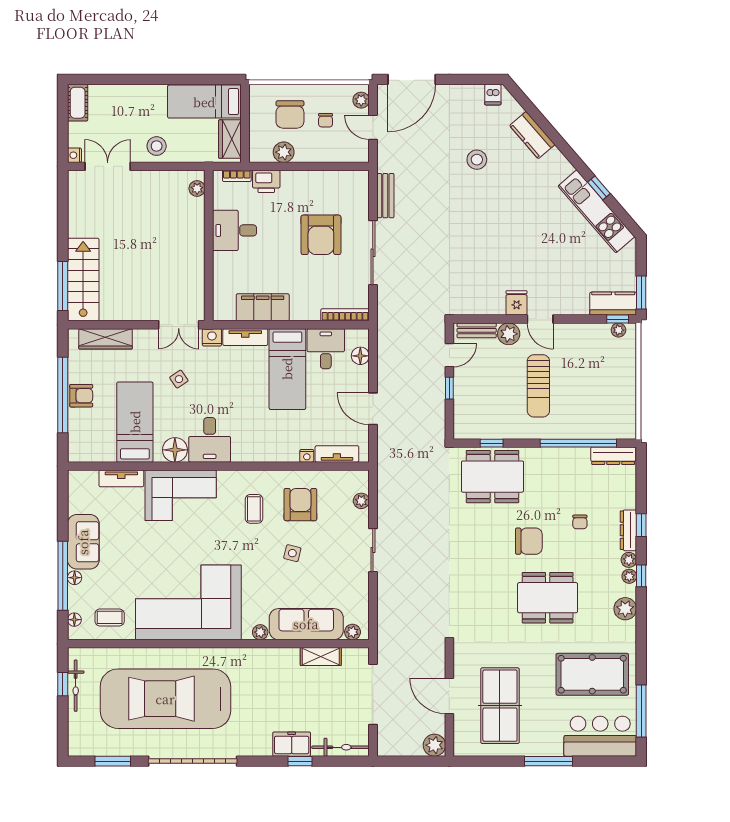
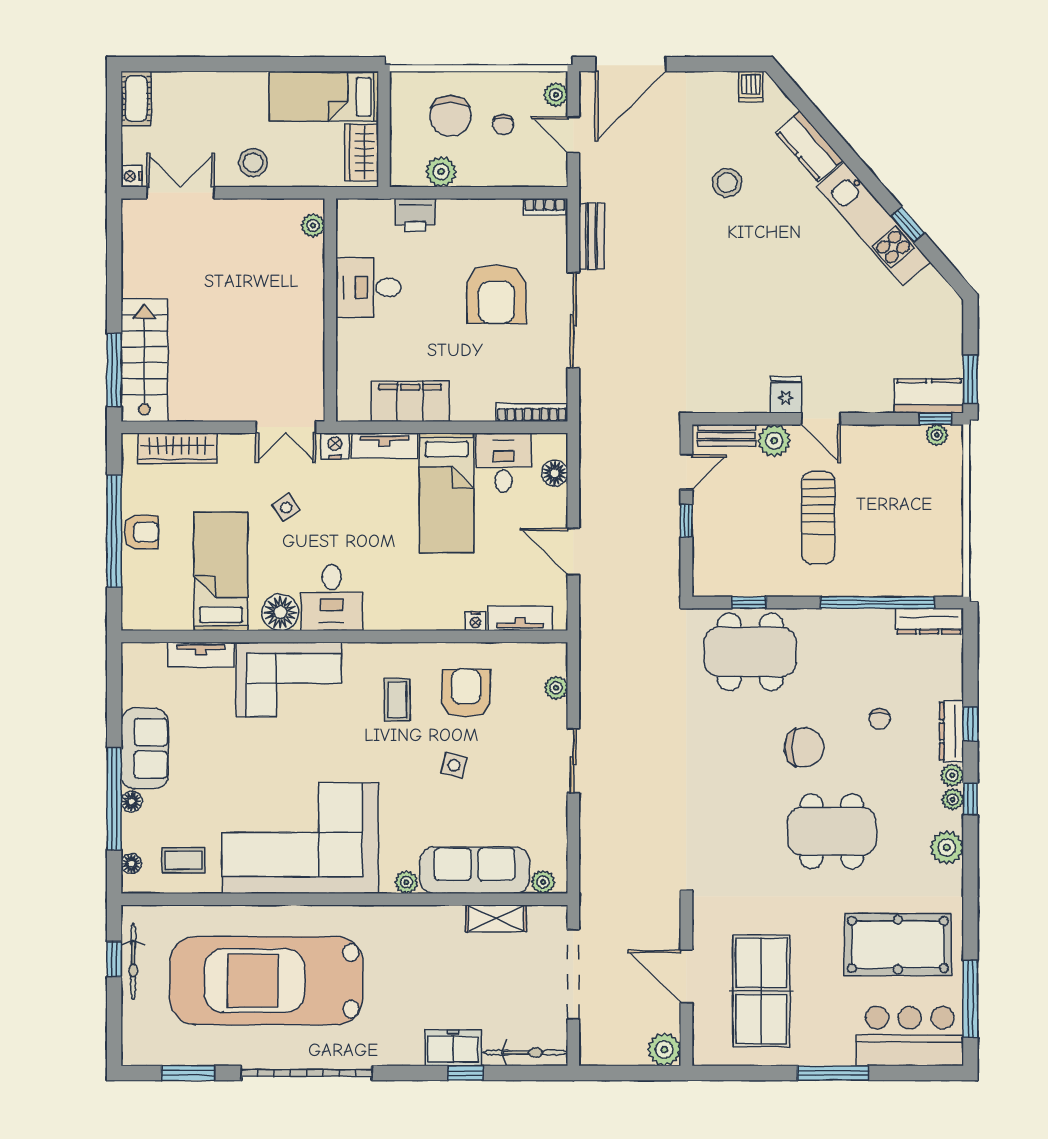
bookcase: (237, 176) -> (545, 207), moved
kitchen unit: (596, 211) -> (873, 224), moved

